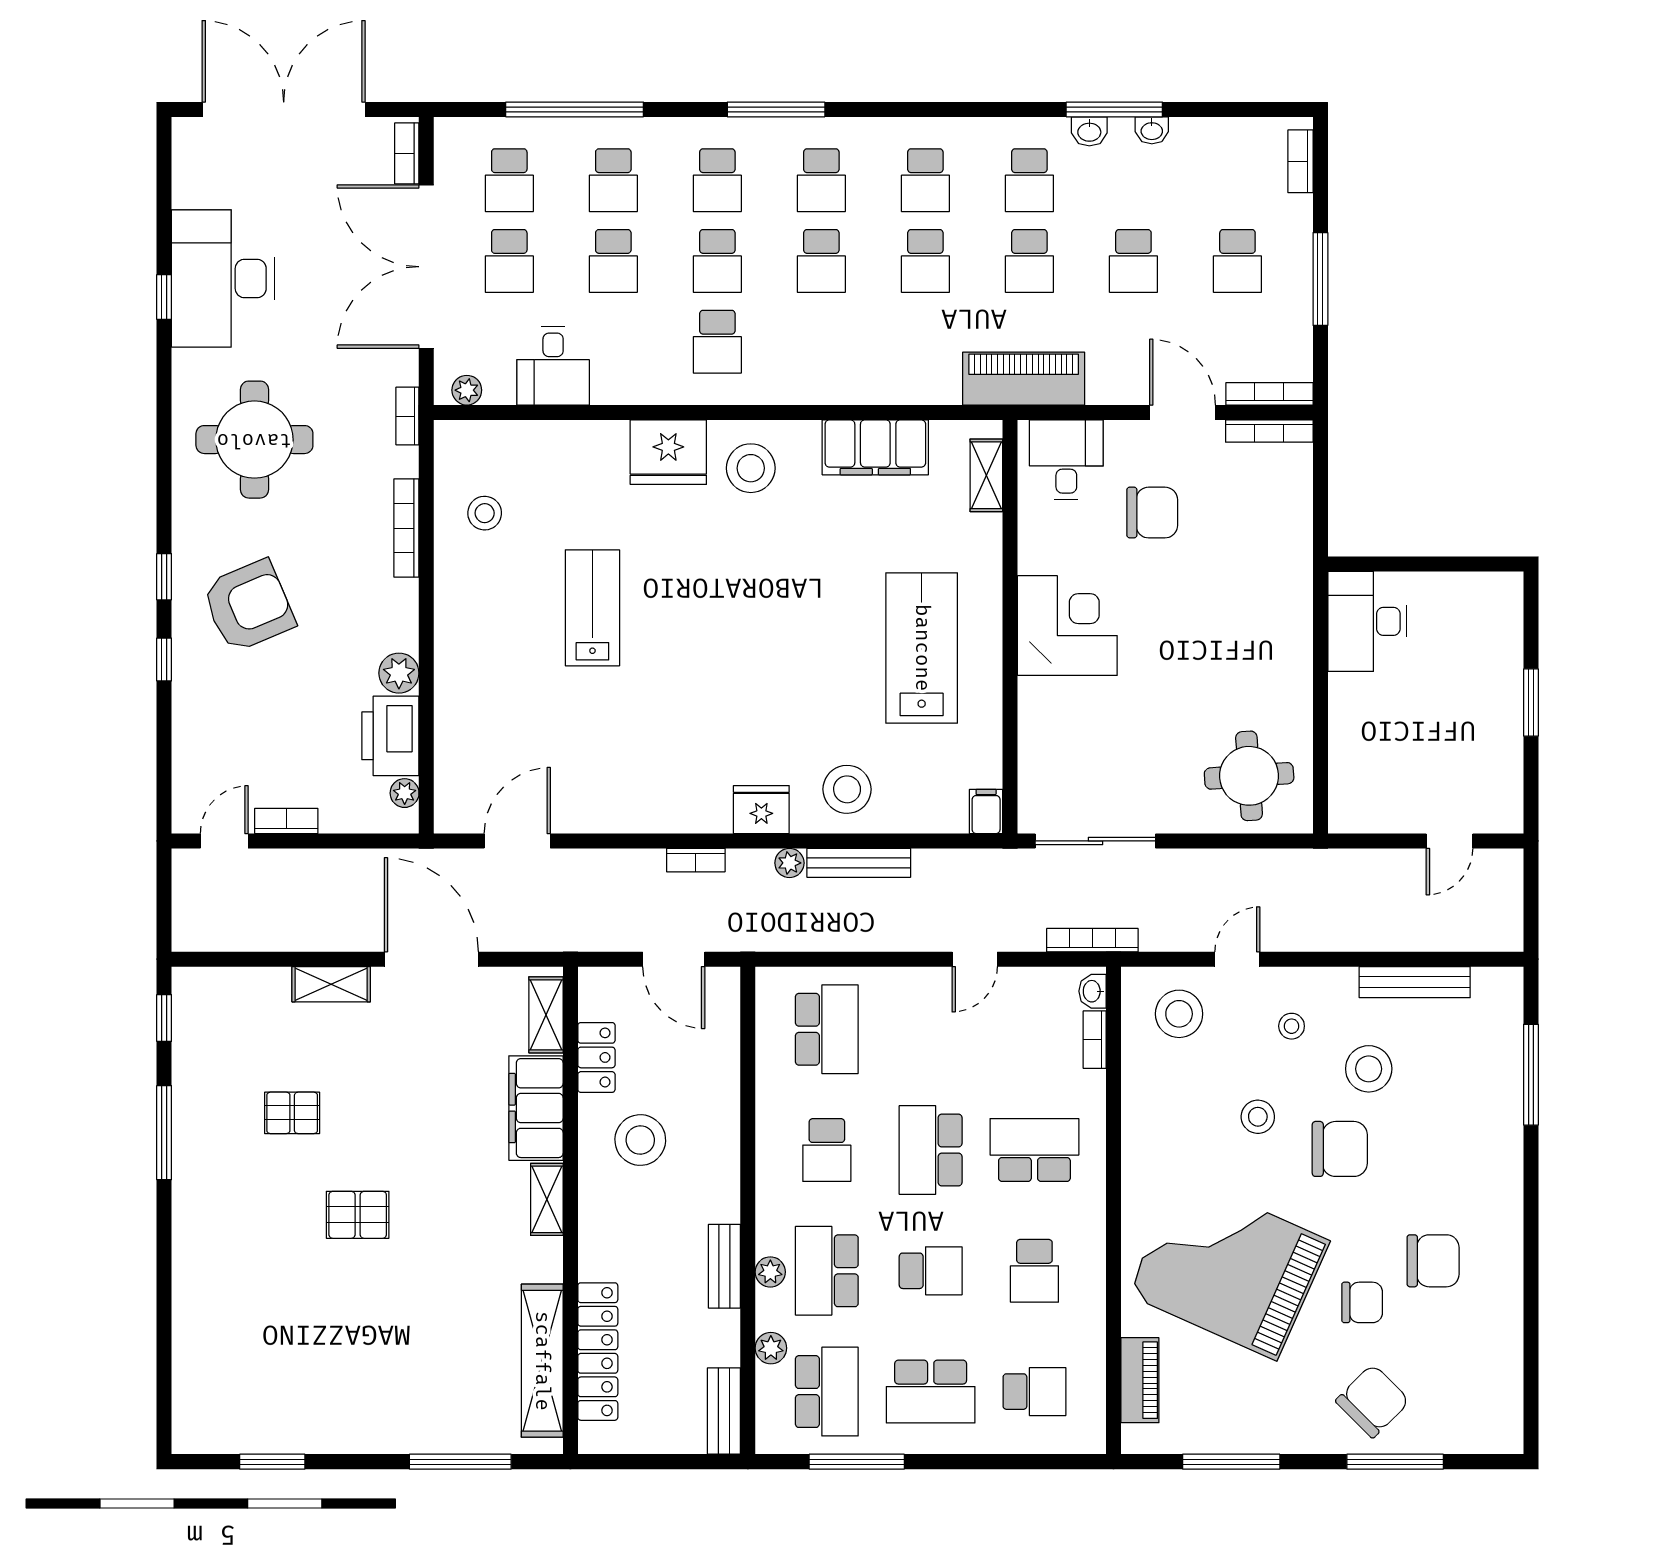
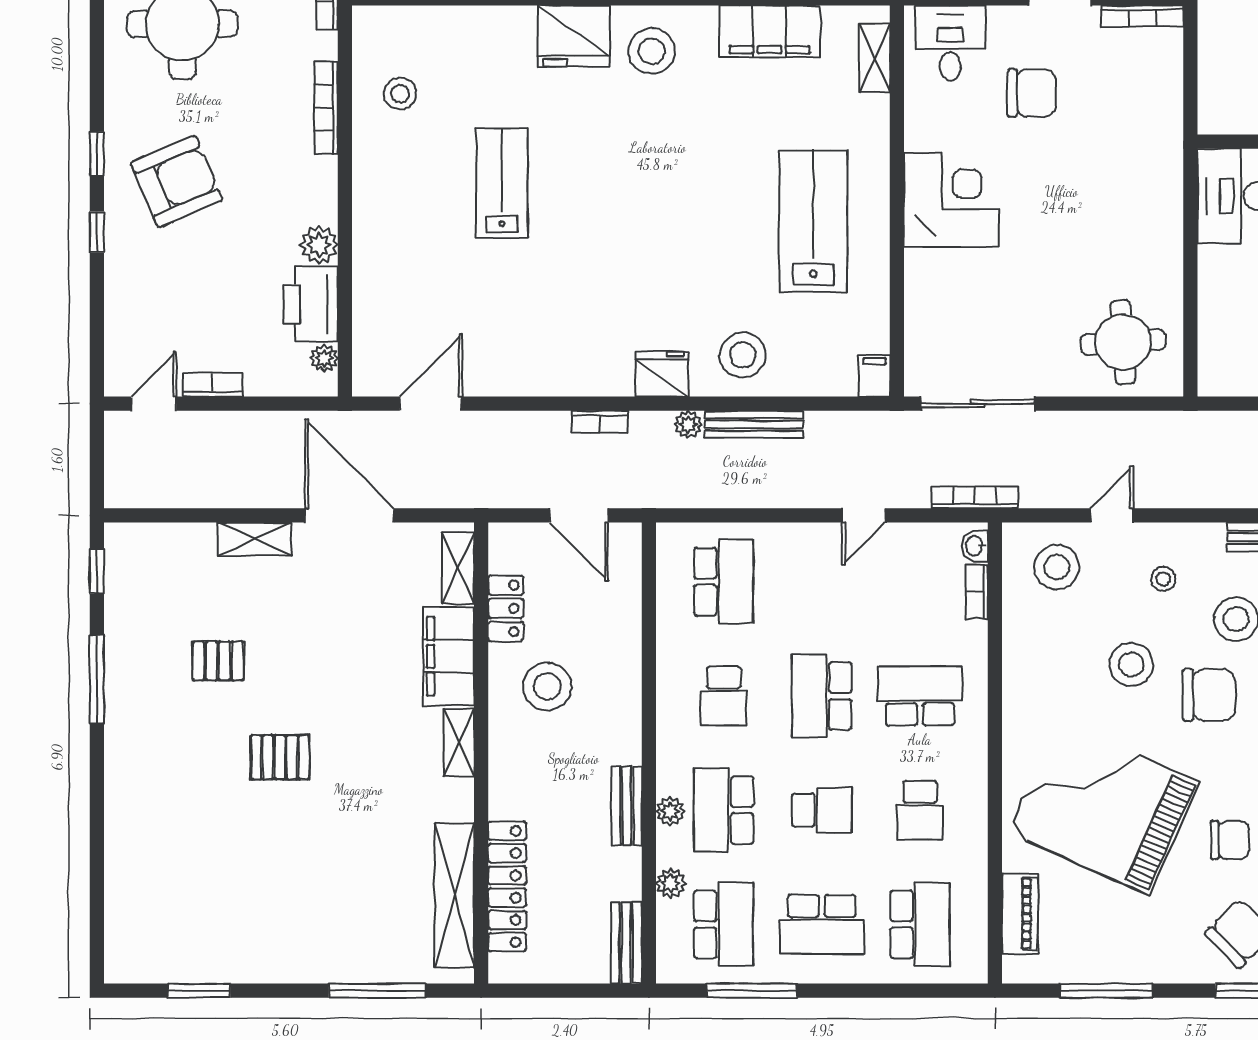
stool: (1258, 1117) -> (1131, 664), width x1.38, depth x1.38
school desk: (1034, 1392) -> (920, 924), width x1.85

